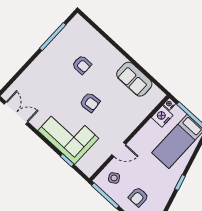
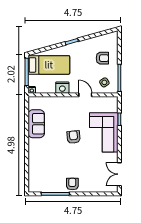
armchair: (82, 65) -> (72, 184), moved
nightstand: (162, 116) -> (62, 88), moved

